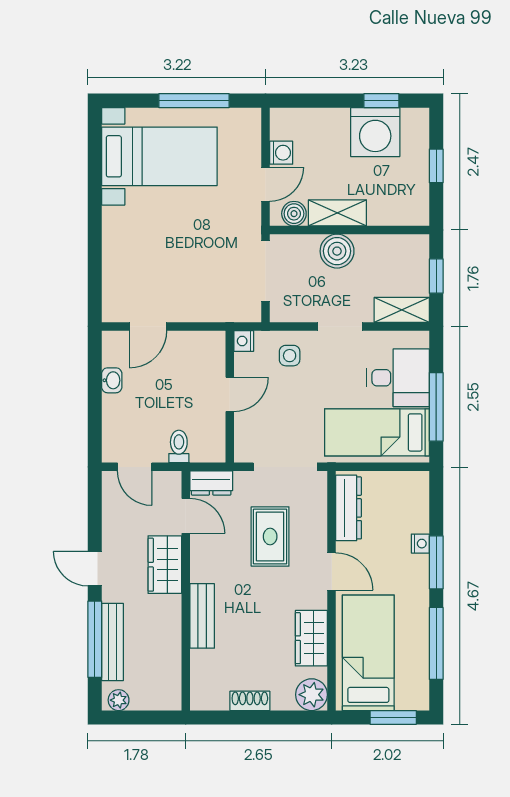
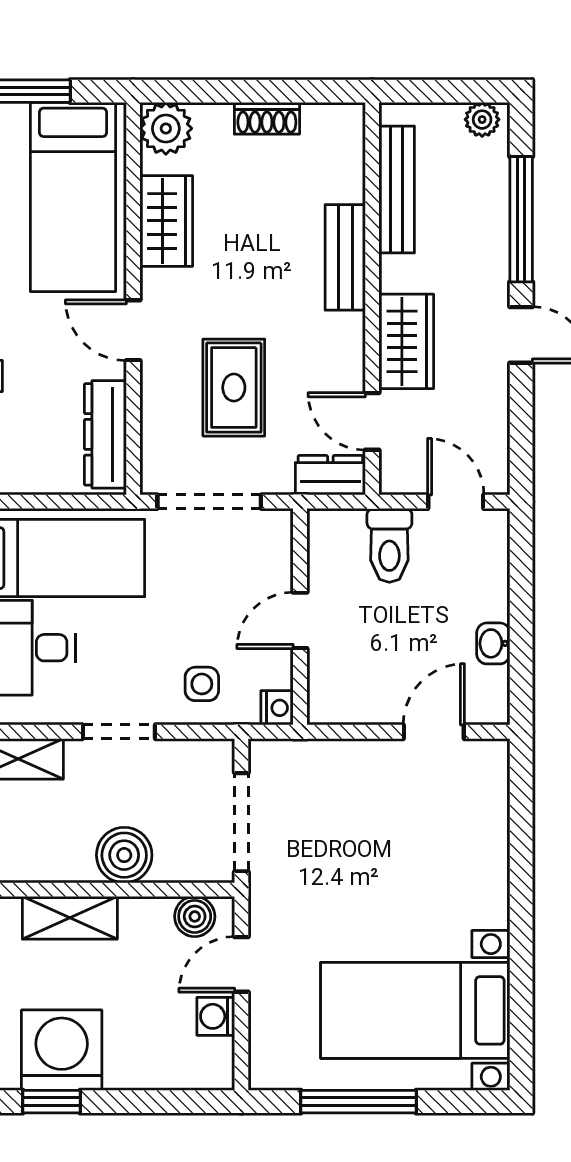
shelving: (337, 213) -> (70, 918), moved
toilet: (179, 446) -> (389, 545), width x1.37, depth x1.39
bench: (112, 642) -> (397, 189), moved

